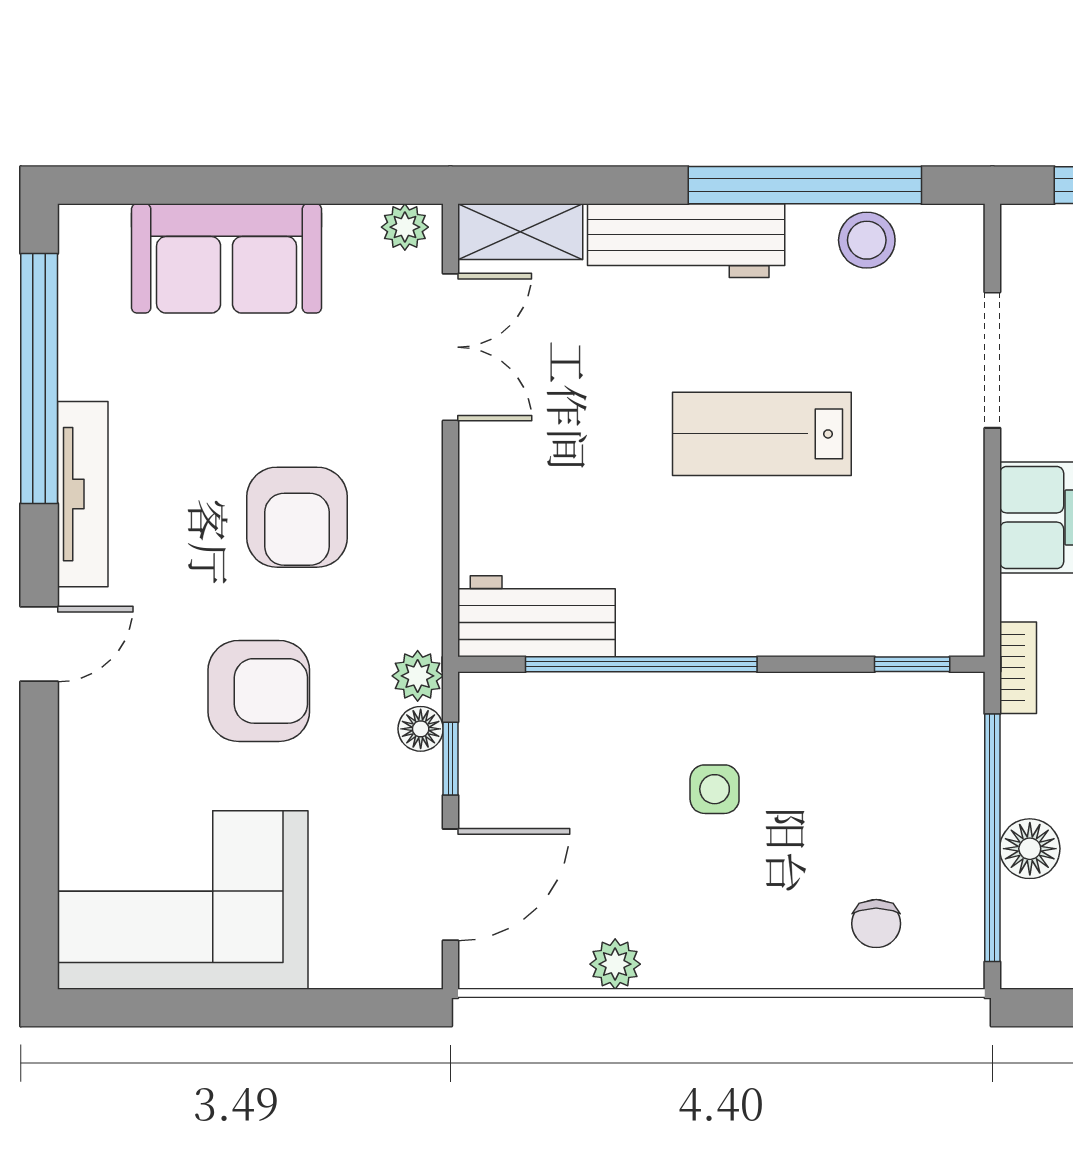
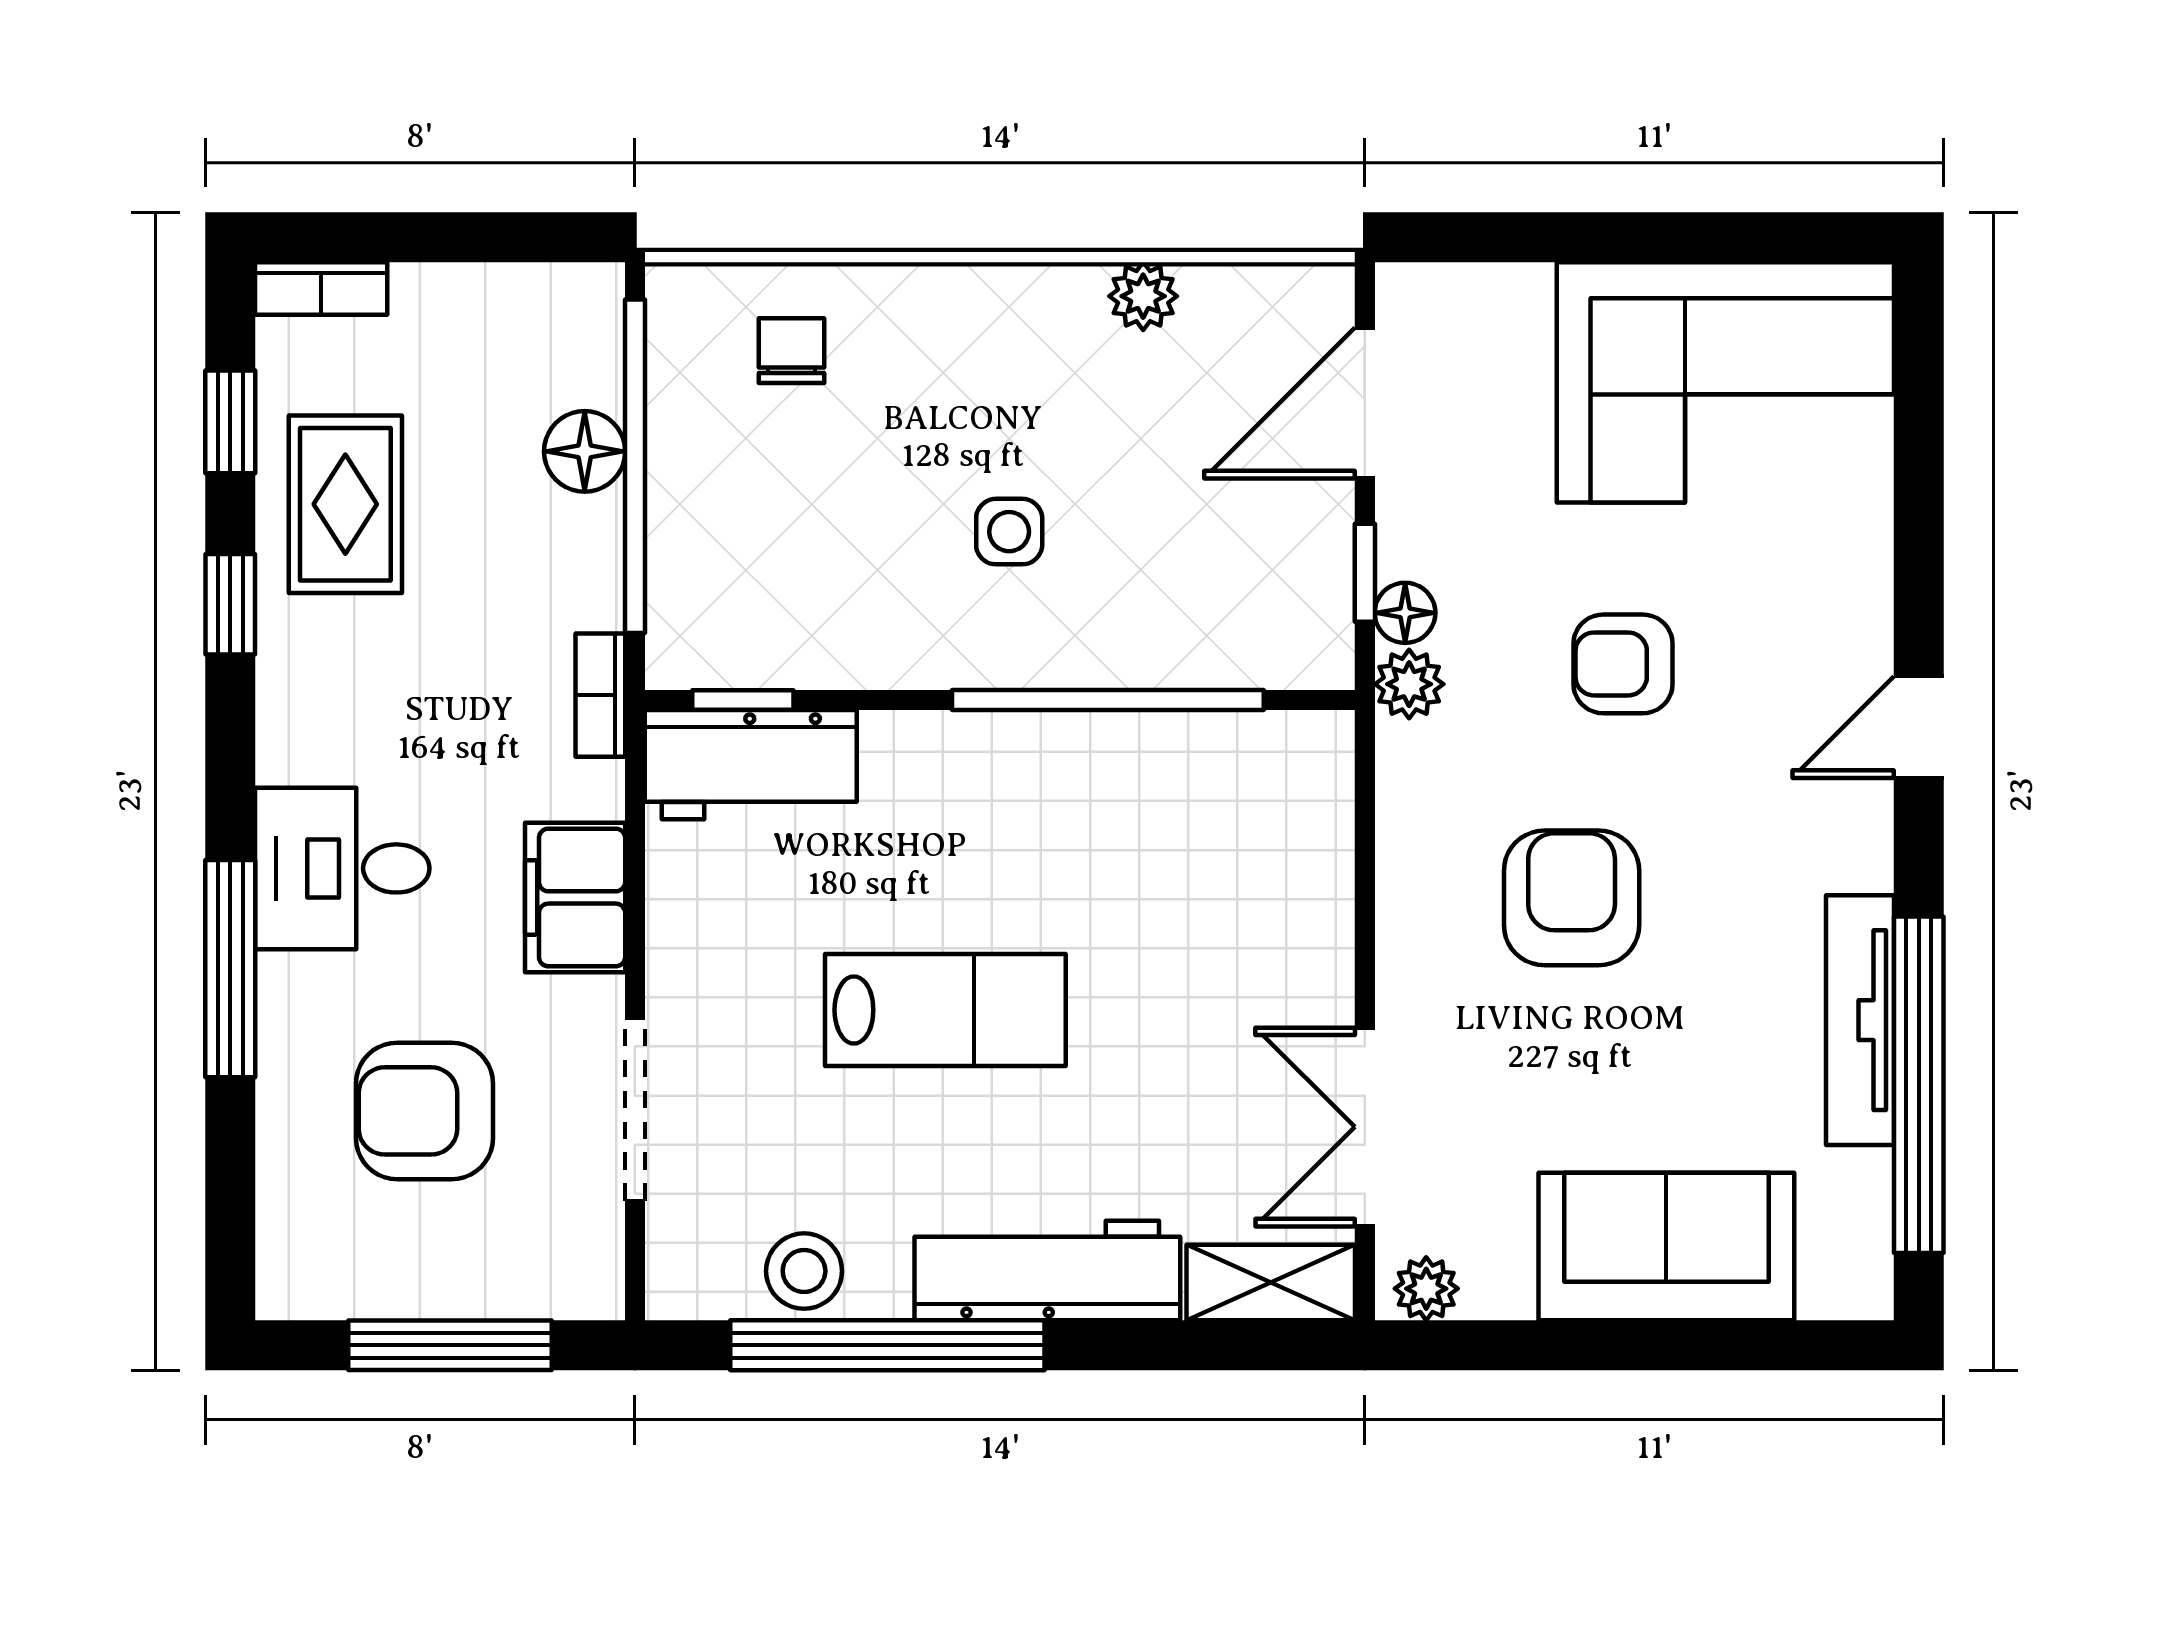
tv unit: (83, 494) -> (1860, 1020), moved
workbench: (536, 616) -> (751, 765), moved
armchair: (259, 691) -> (1623, 664), width x0.72, depth x0.72

